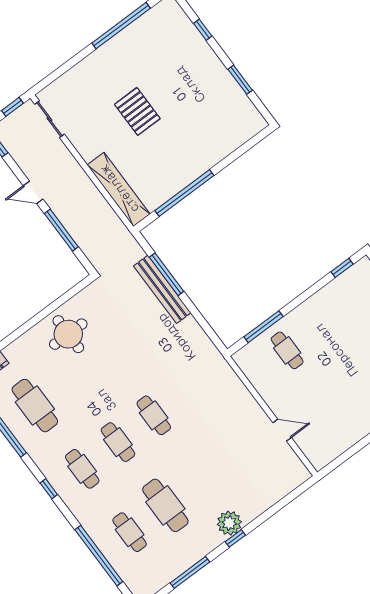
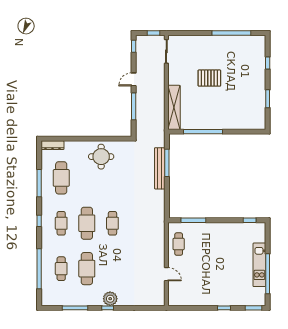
pallet: (137, 111) -> (209, 78), turned 90
door: (33, 192) -> (134, 79), hinge flipped
cafe table: (287, 350) -> (179, 244), moved
cafe table: (118, 442) -> (87, 223), width x1.37, depth x1.35

